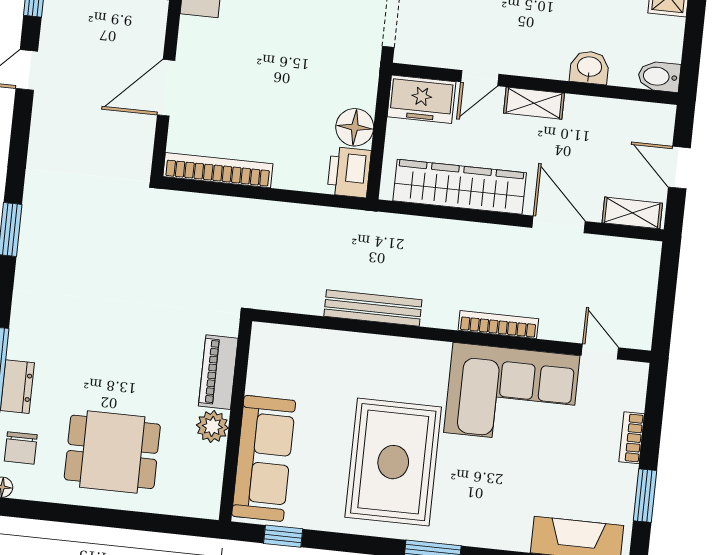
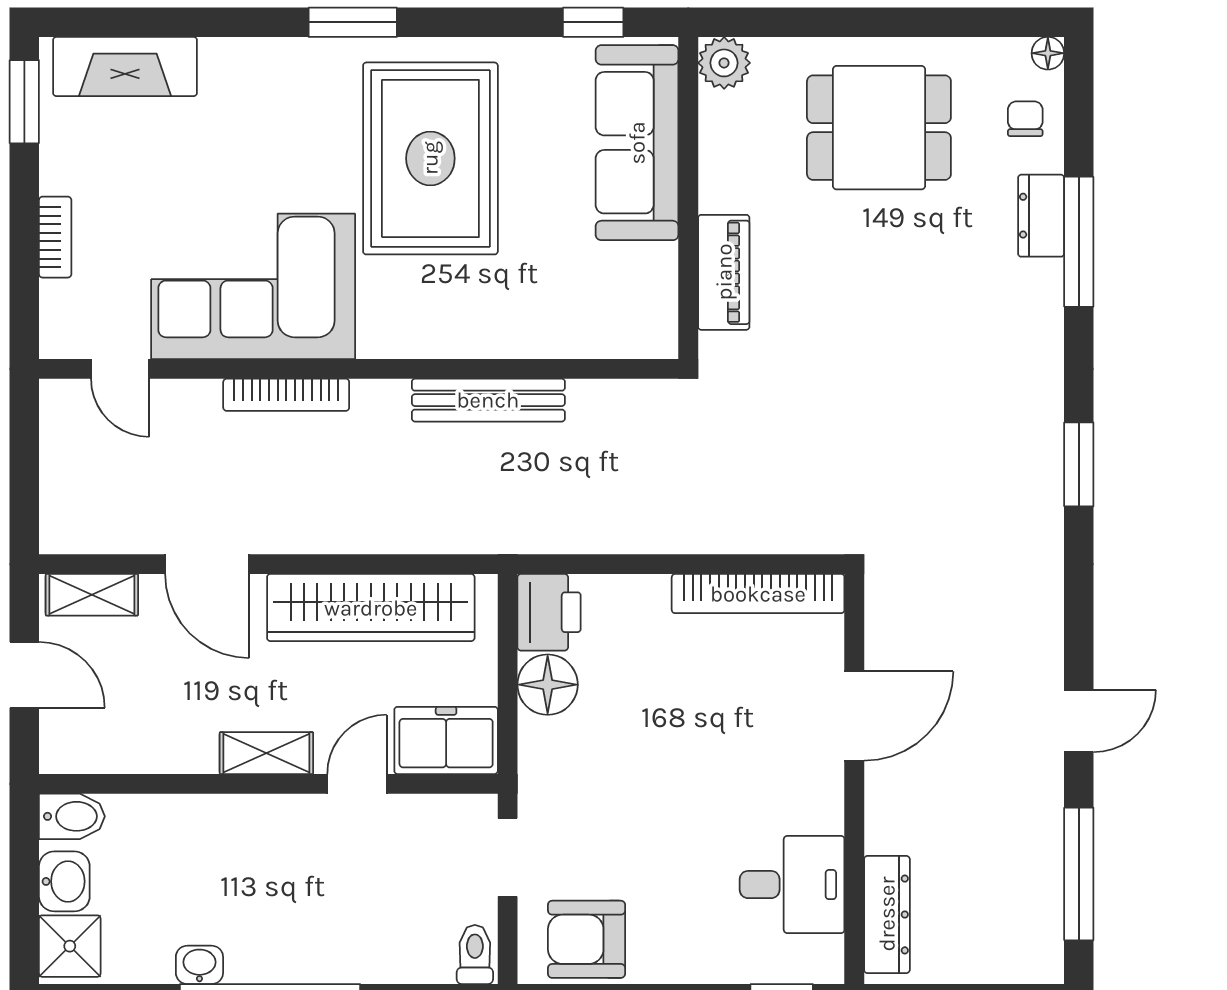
washbasin: (589, 67) -> (64, 881), moved, turned -90
plant: (212, 426) -> (724, 63), moved
chair: (21, 448) -> (1025, 119), width x0.73, depth x0.73
window: (645, 496) -> (24, 102), moved

